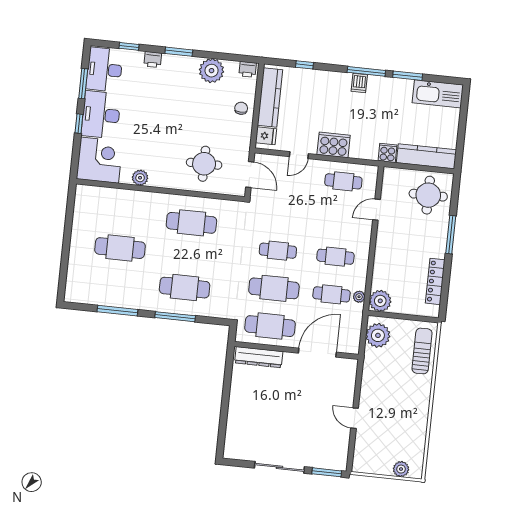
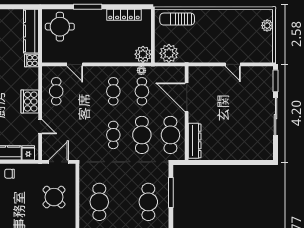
round table: (204, 164) -> (54, 197), turned 45
window: (175, 317) -> (171, 193), moved
door: (355, 418) -> (233, 64), hinge flipped

